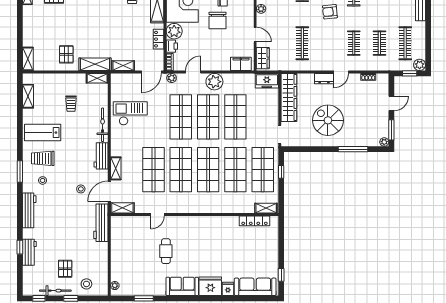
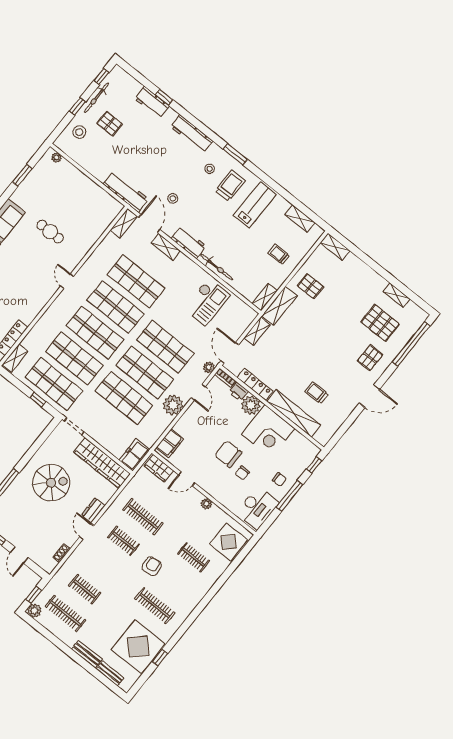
locker: (159, 39) -> (255, 384), width x1.53
clothes rail: (354, 43) -> (124, 541), moved
trolley: (71, 104) -> (279, 254), moved
door: (158, 215) -> (67, 281), moved

